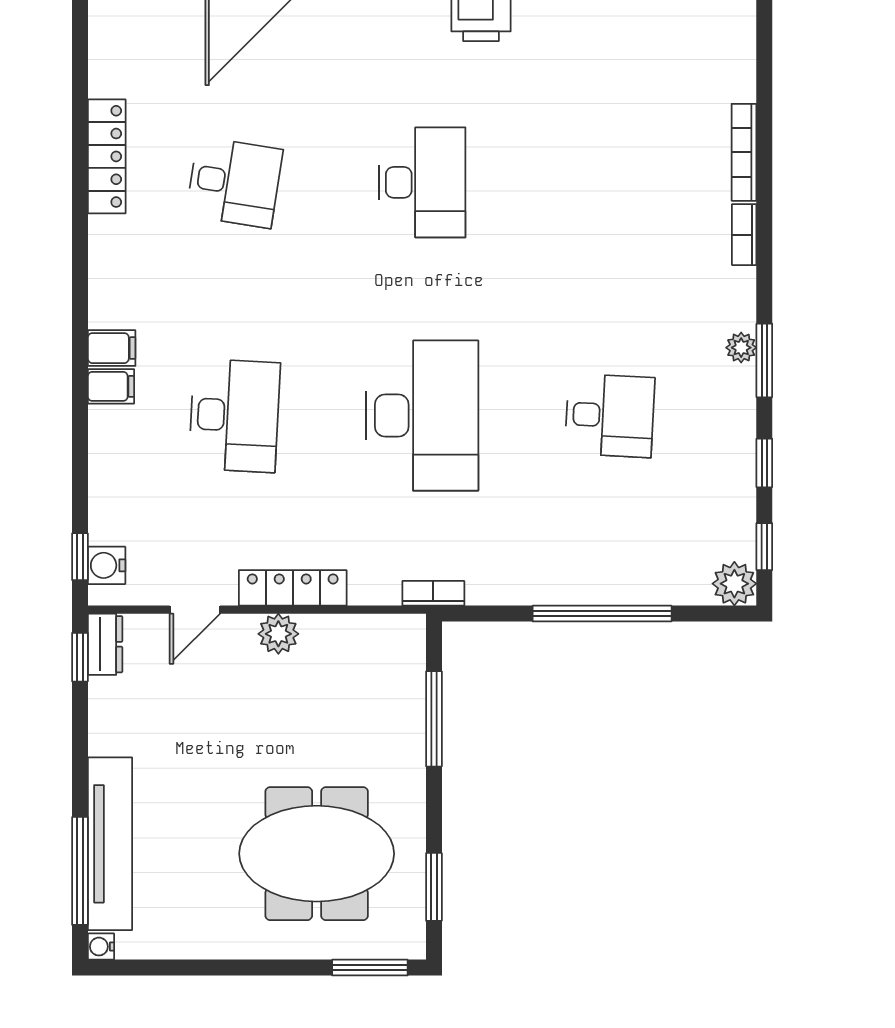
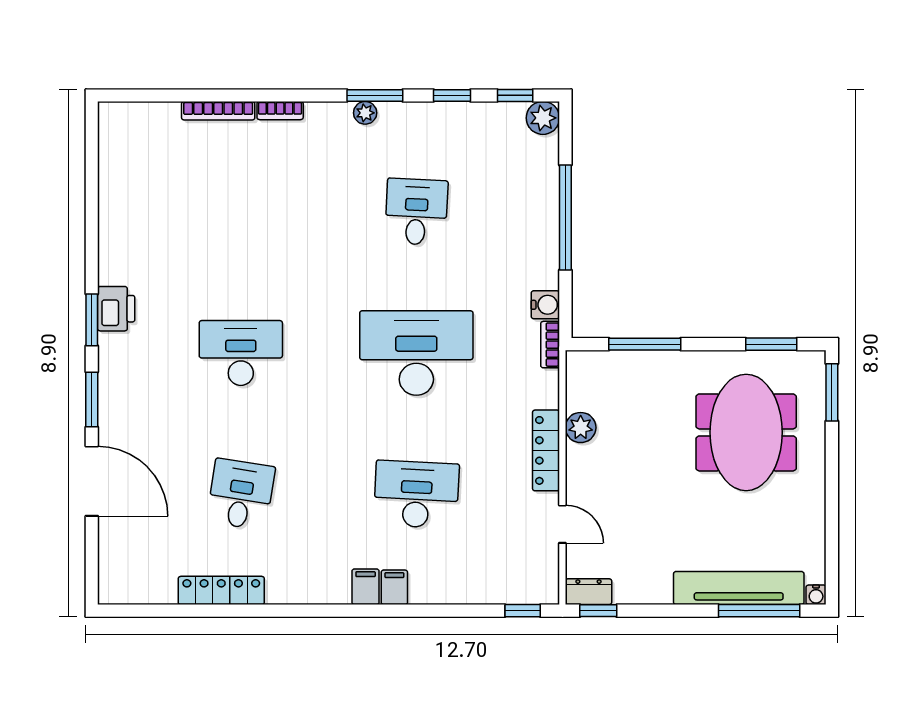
water cooler: (107, 565) -> (545, 305), moved, turned -90
plant: (278, 634) -> (581, 428), moved

